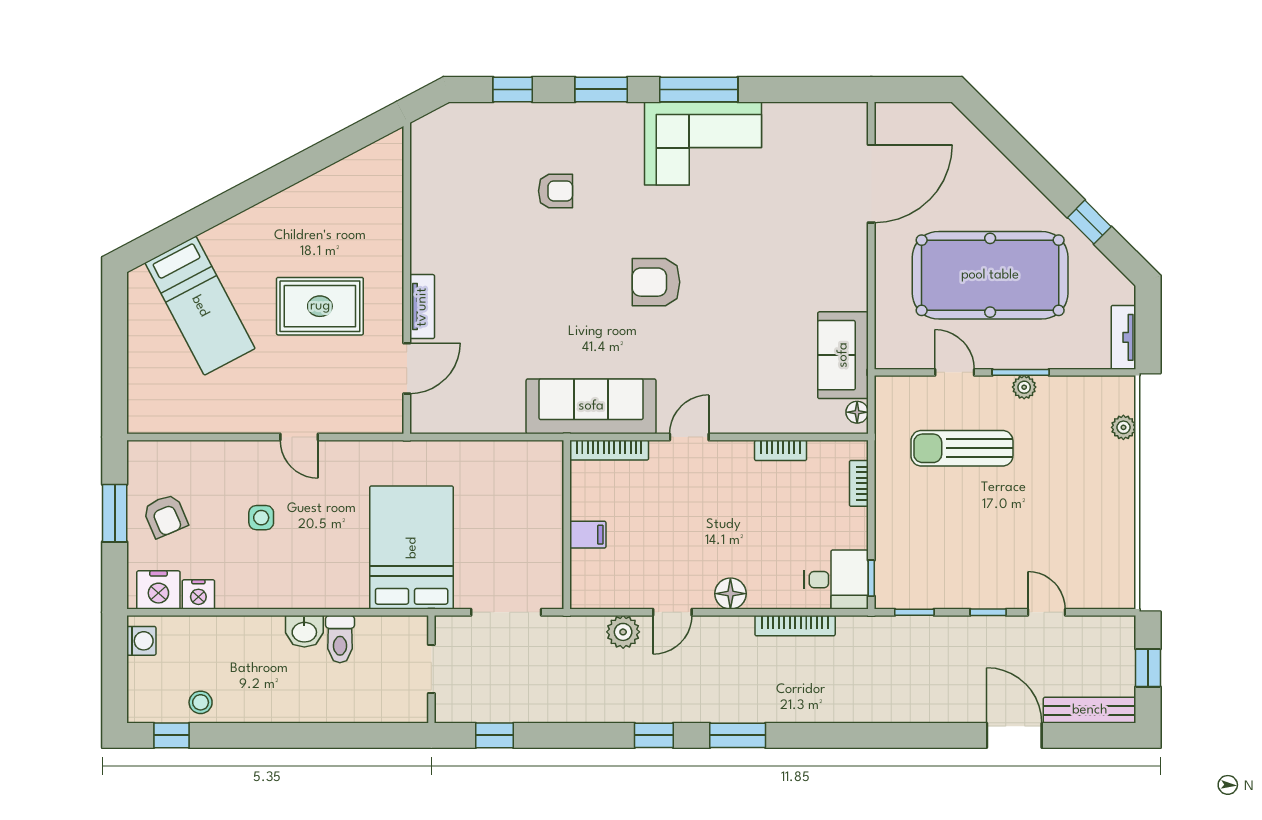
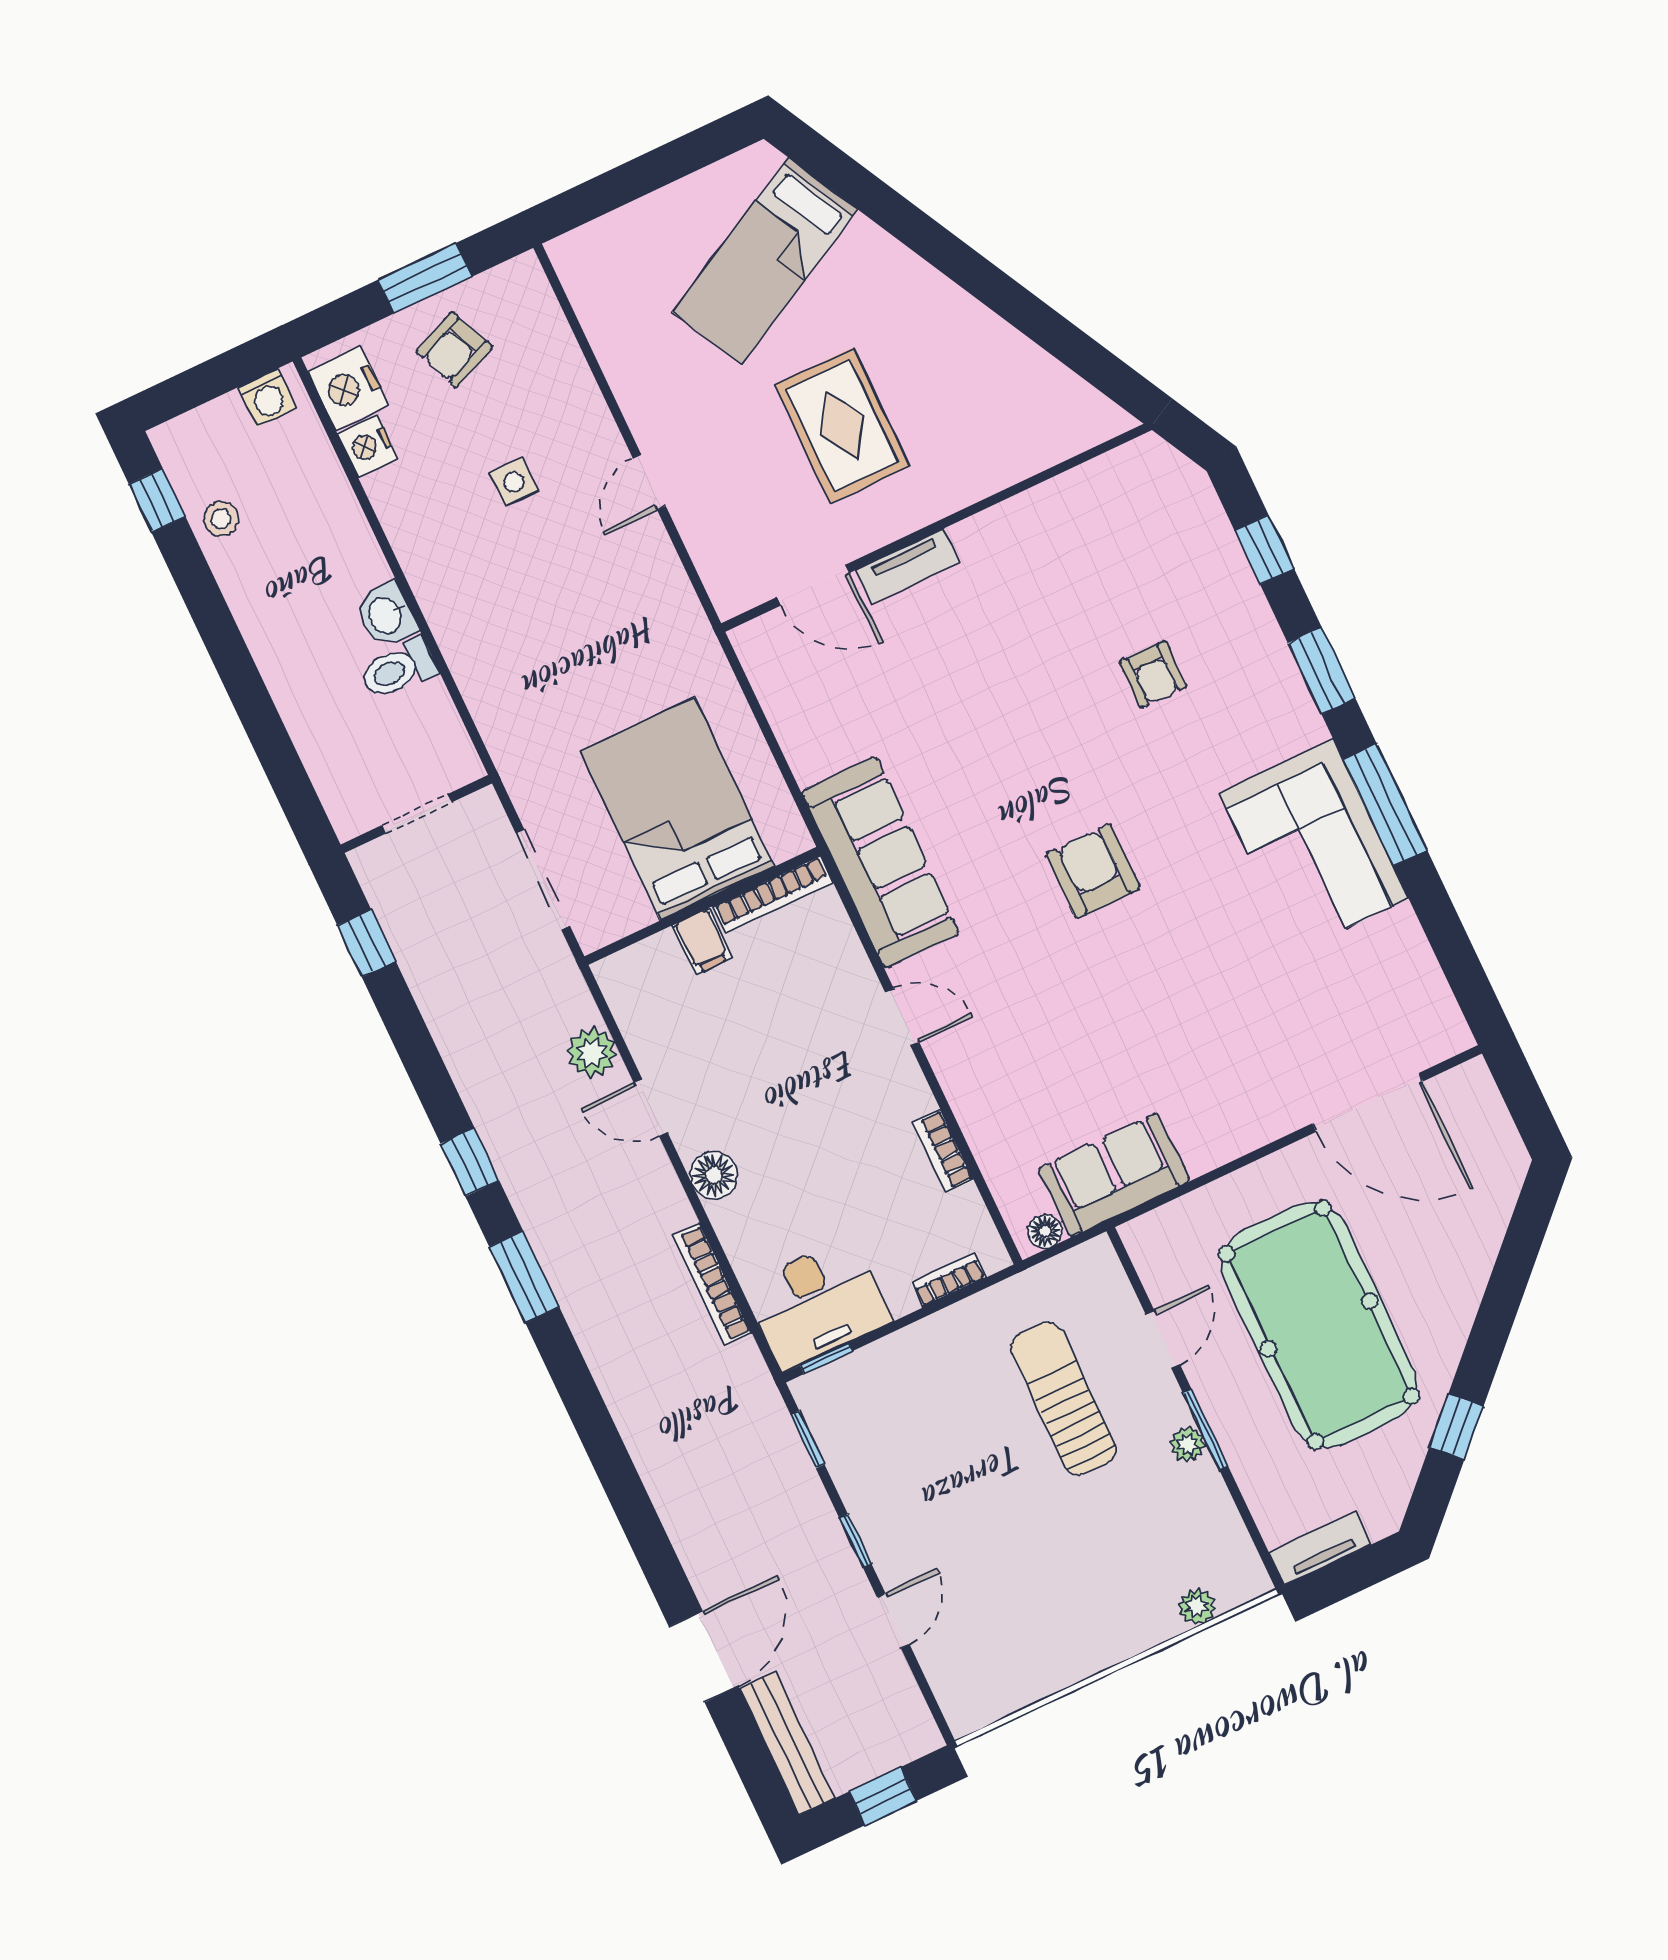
bookcase: (609, 450) -> (773, 895), moved, turned -90
bed: (412, 548) -> (677, 809), moved, turned -90
desk: (836, 580) -> (817, 1304), width x1.37

